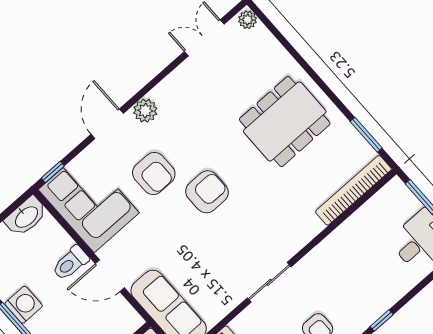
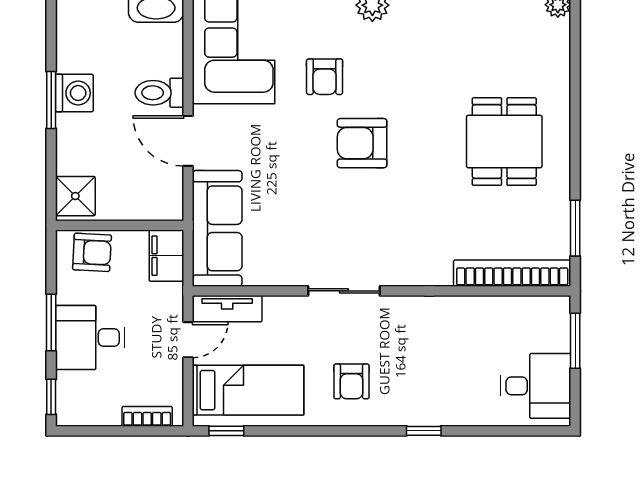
dining table: (285, 121) -> (504, 142), width x0.73
armchair: (154, 173) -> (325, 77), width x0.72, depth x0.72
armchair: (207, 192) -> (362, 143), turned 180

